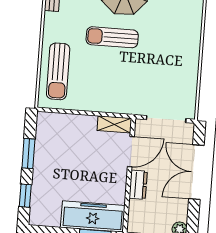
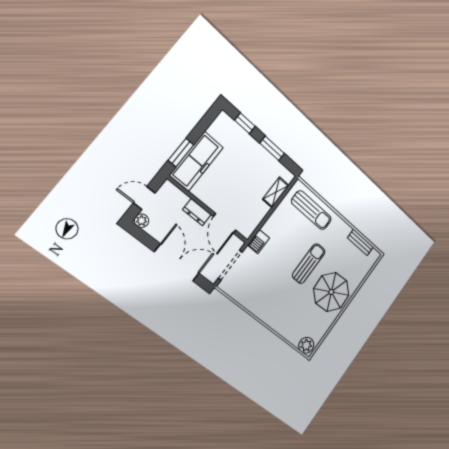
sun lounger: (58, 71) -> (311, 210), turned 180
barbecue: (126, 106) -> (258, 242), added
shelving: (114, 124) -> (276, 192), moved

